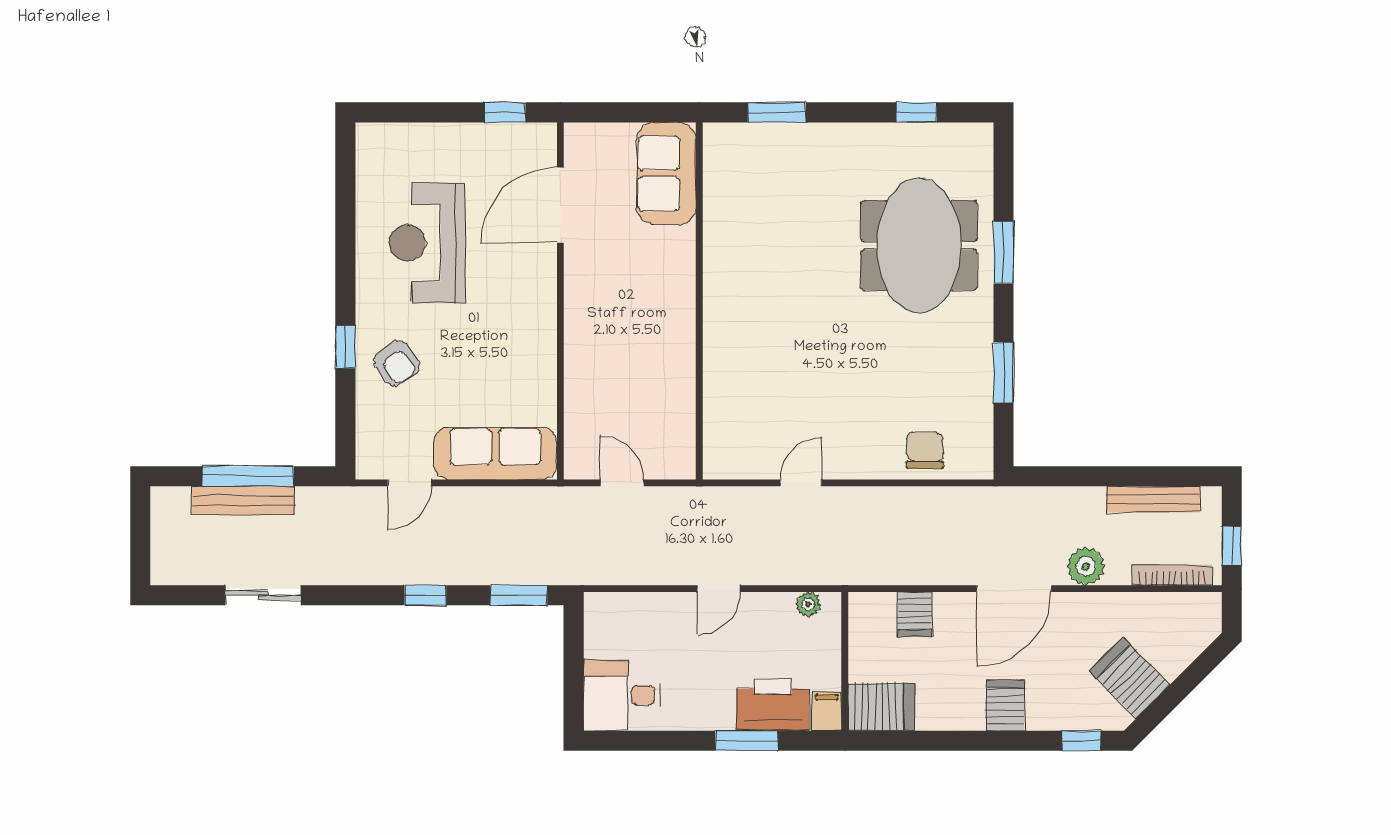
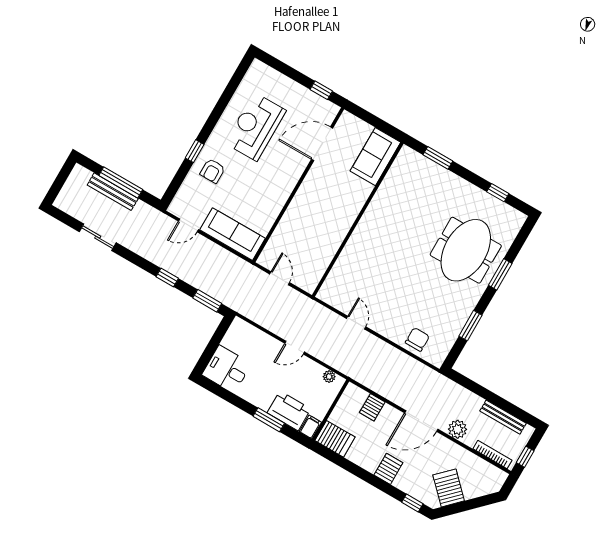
armchair: (397, 363) -> (213, 171), turned 35
door: (801, 483) -> (356, 323), hinge flipped

